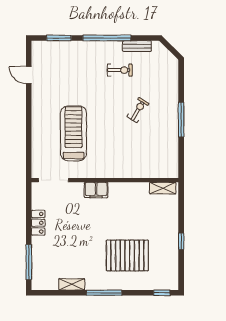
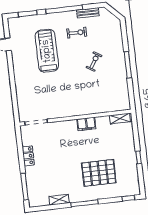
treadmill: (74, 133) -> (47, 51), moved
filing cabinet: (96, 190) -> (86, 124), moved

